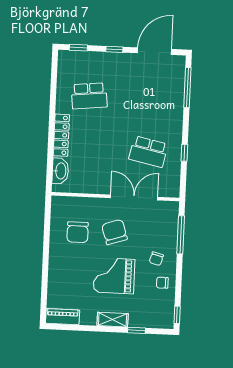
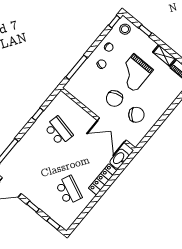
school desk: (89, 96) -> (69, 190), turned 30
double door: (134, 197) -> (112, 130), moved
chair: (78, 232) -> (136, 115), turned 50
grand piano: (114, 276) -> (134, 73), turned 90
stool: (159, 315) -> (125, 29), added
shelving: (113, 320) -> (164, 56), moved

